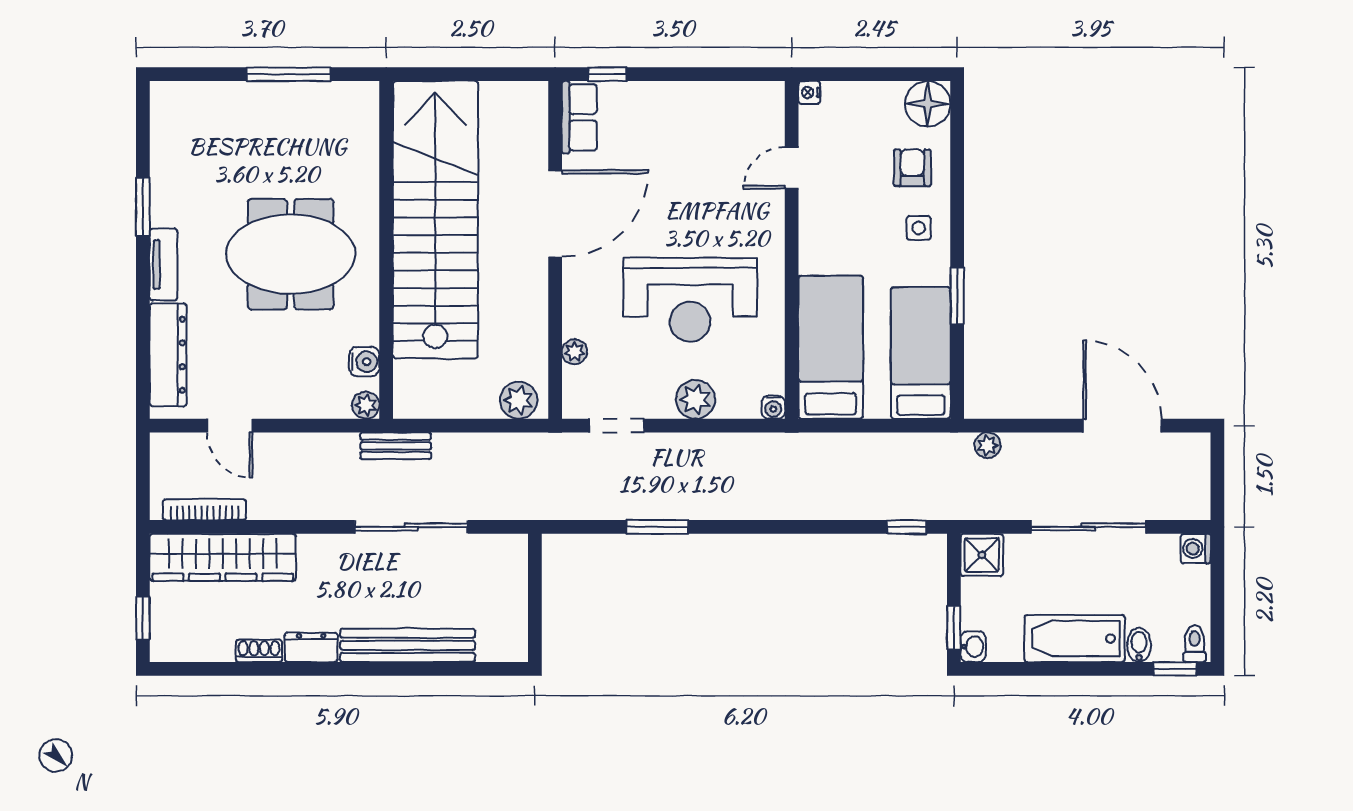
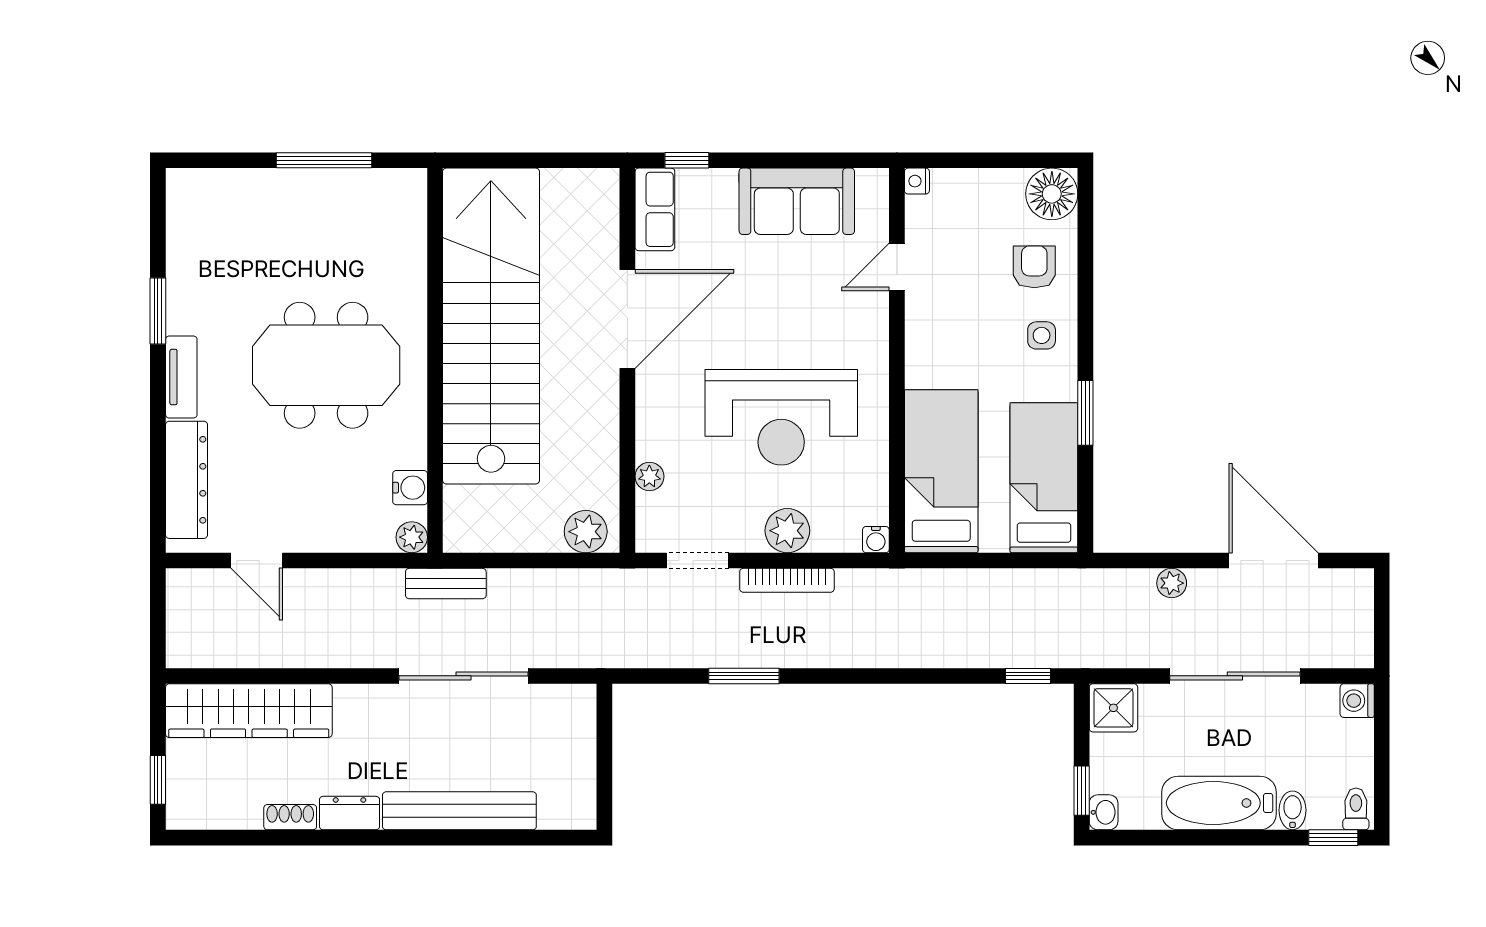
sofa: (704, 110) -> (797, 201), added
plant: (988, 445) -> (1172, 583), moved
bookcase: (205, 510) -> (787, 580), moved, turned 180

